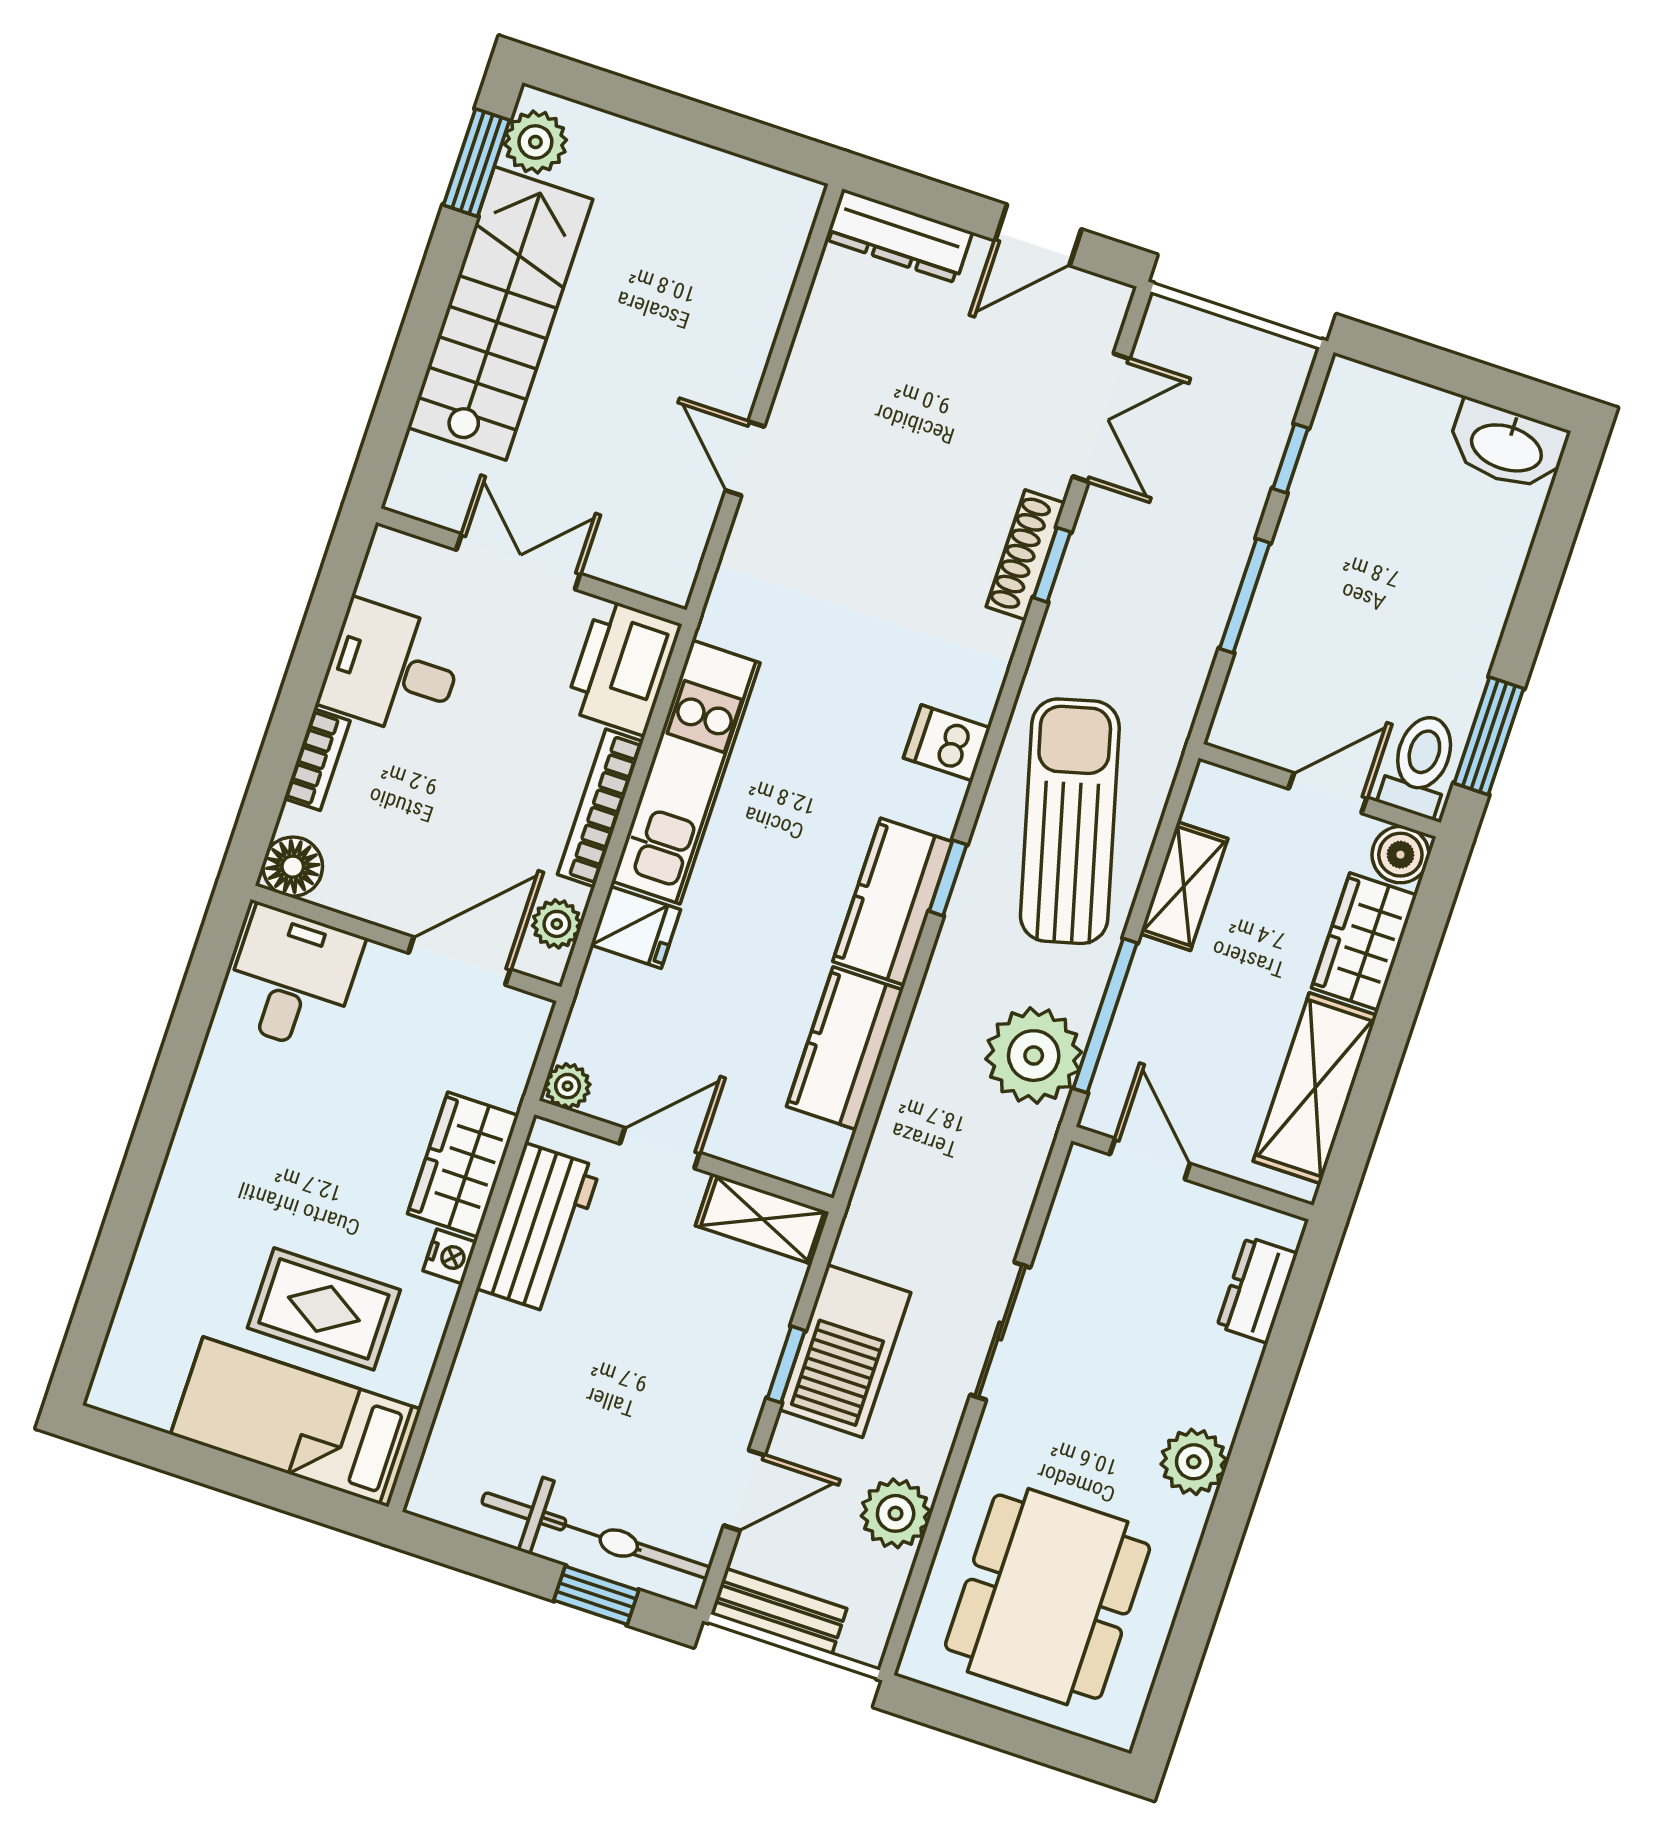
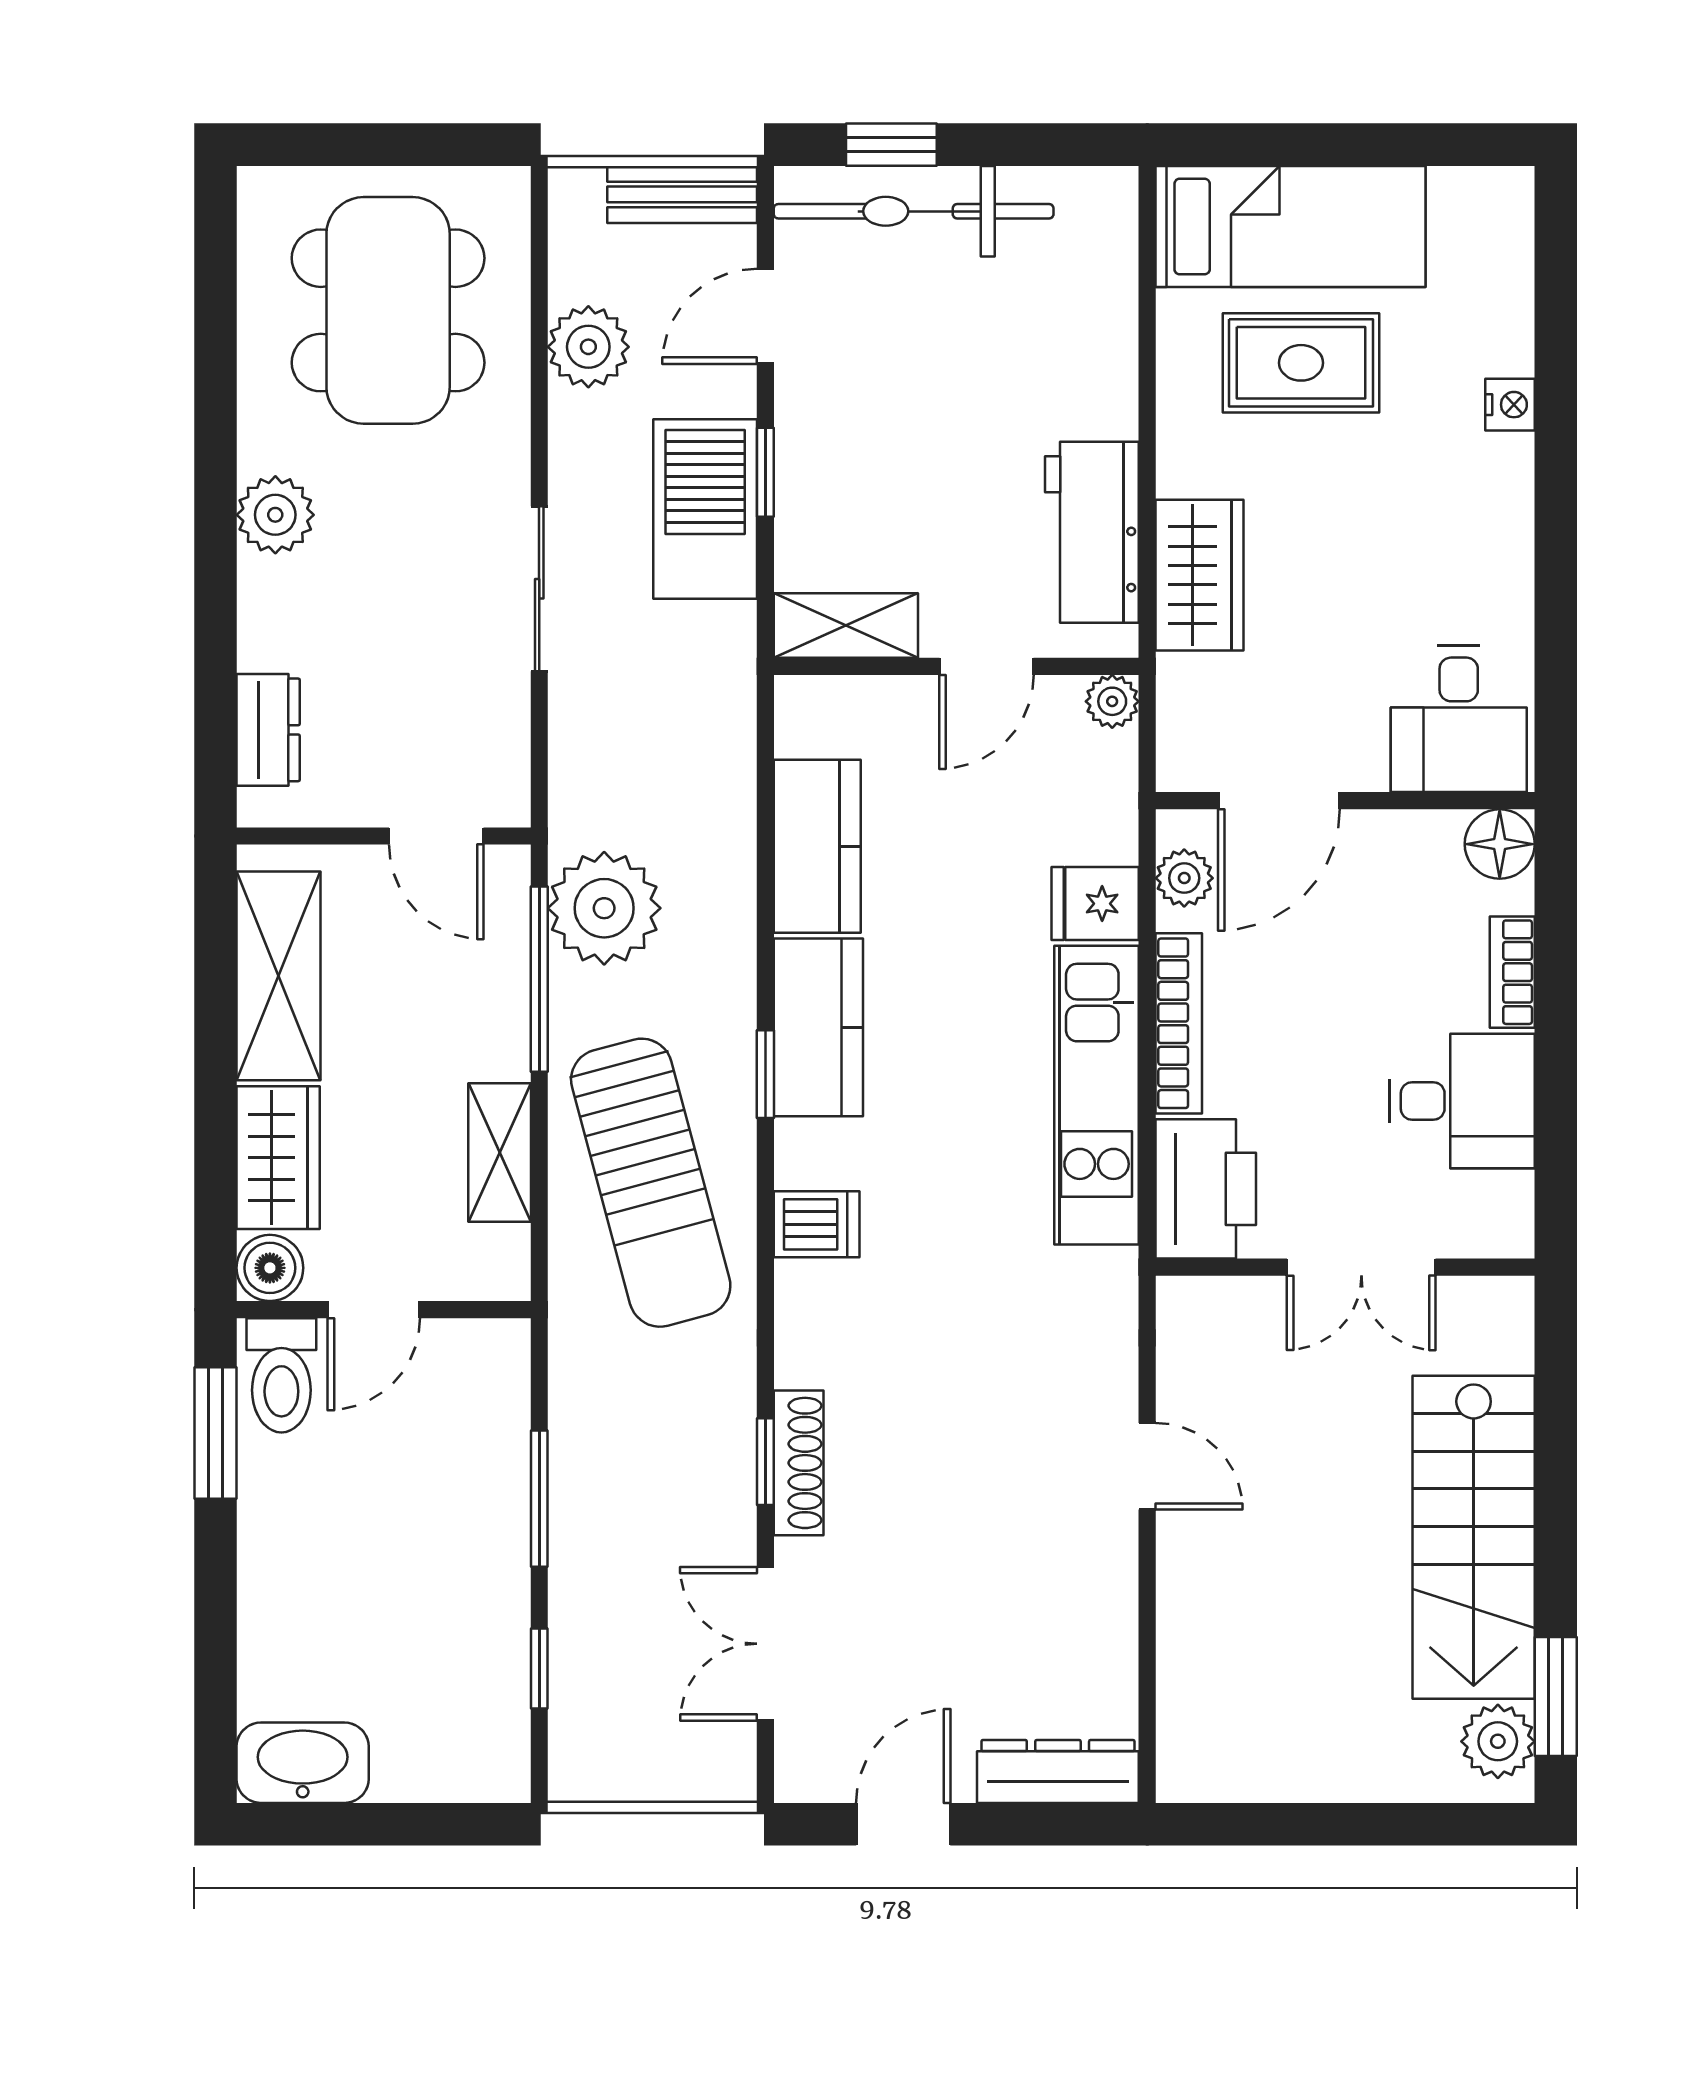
nightstand: (450, 1256) -> (1510, 405), moved, turned 180

